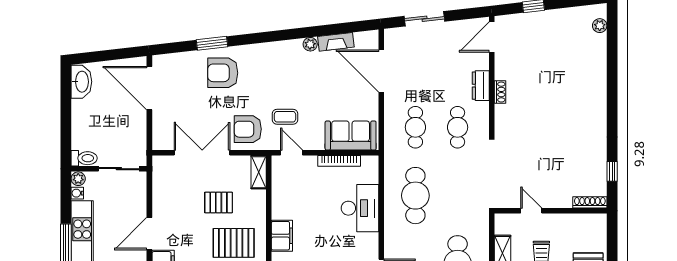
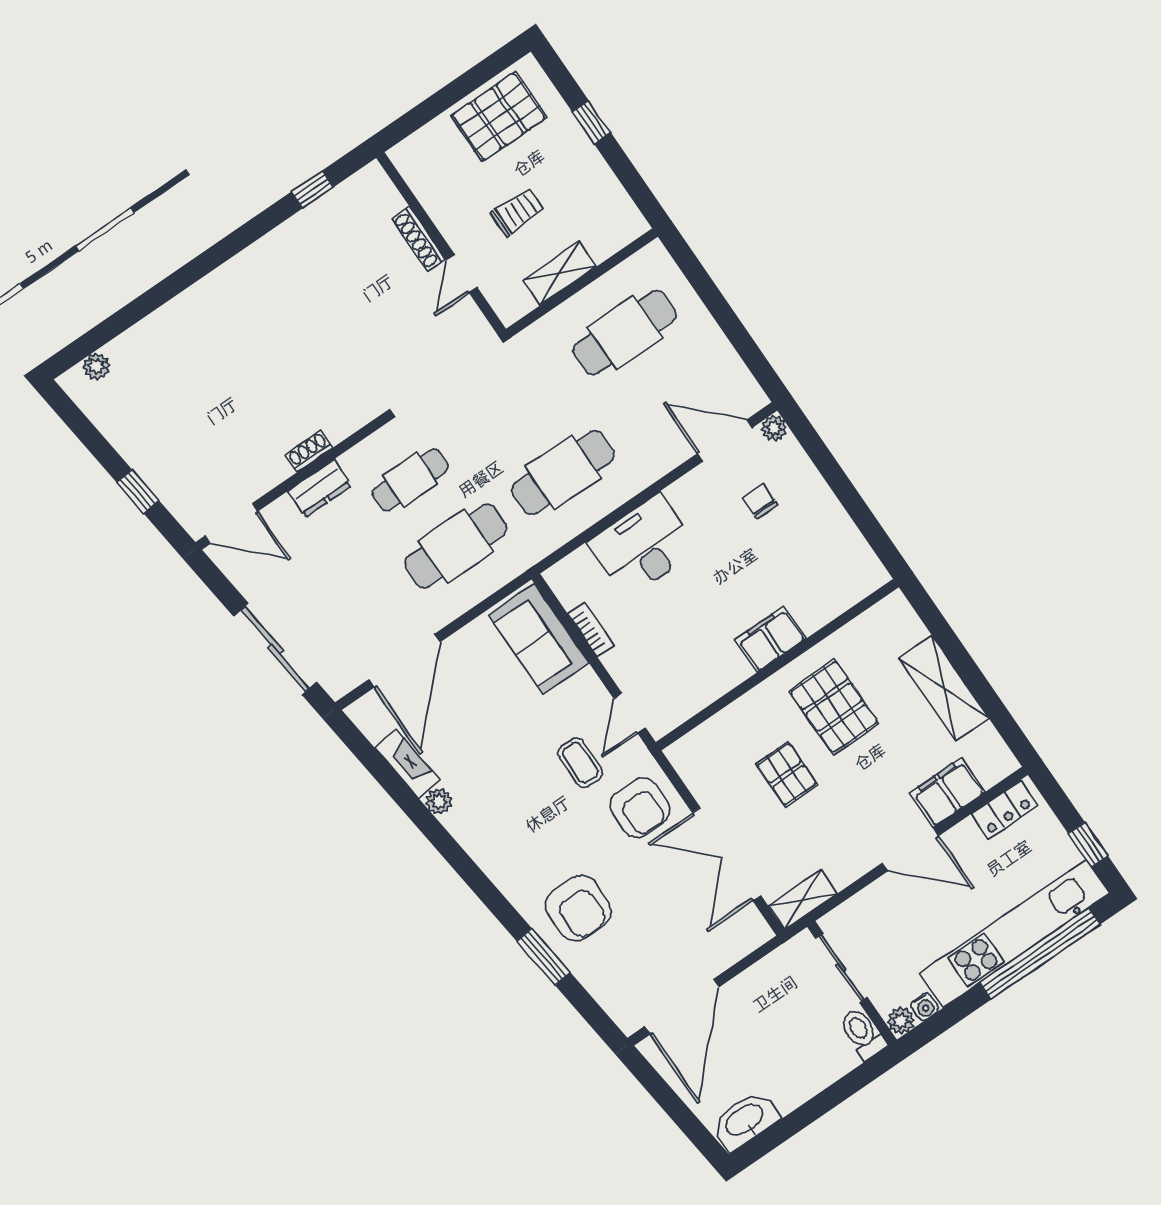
sliding door: (425, 19) -> (275, 649), width x1.37
cafe table: (415, 127) -> (456, 546), width x1.37, depth x1.35
bookcase: (339, 161) -> (591, 630), width x0.64
shelving: (259, 172) -> (803, 900), moved
shoe rack: (590, 202) -> (418, 239), moved

